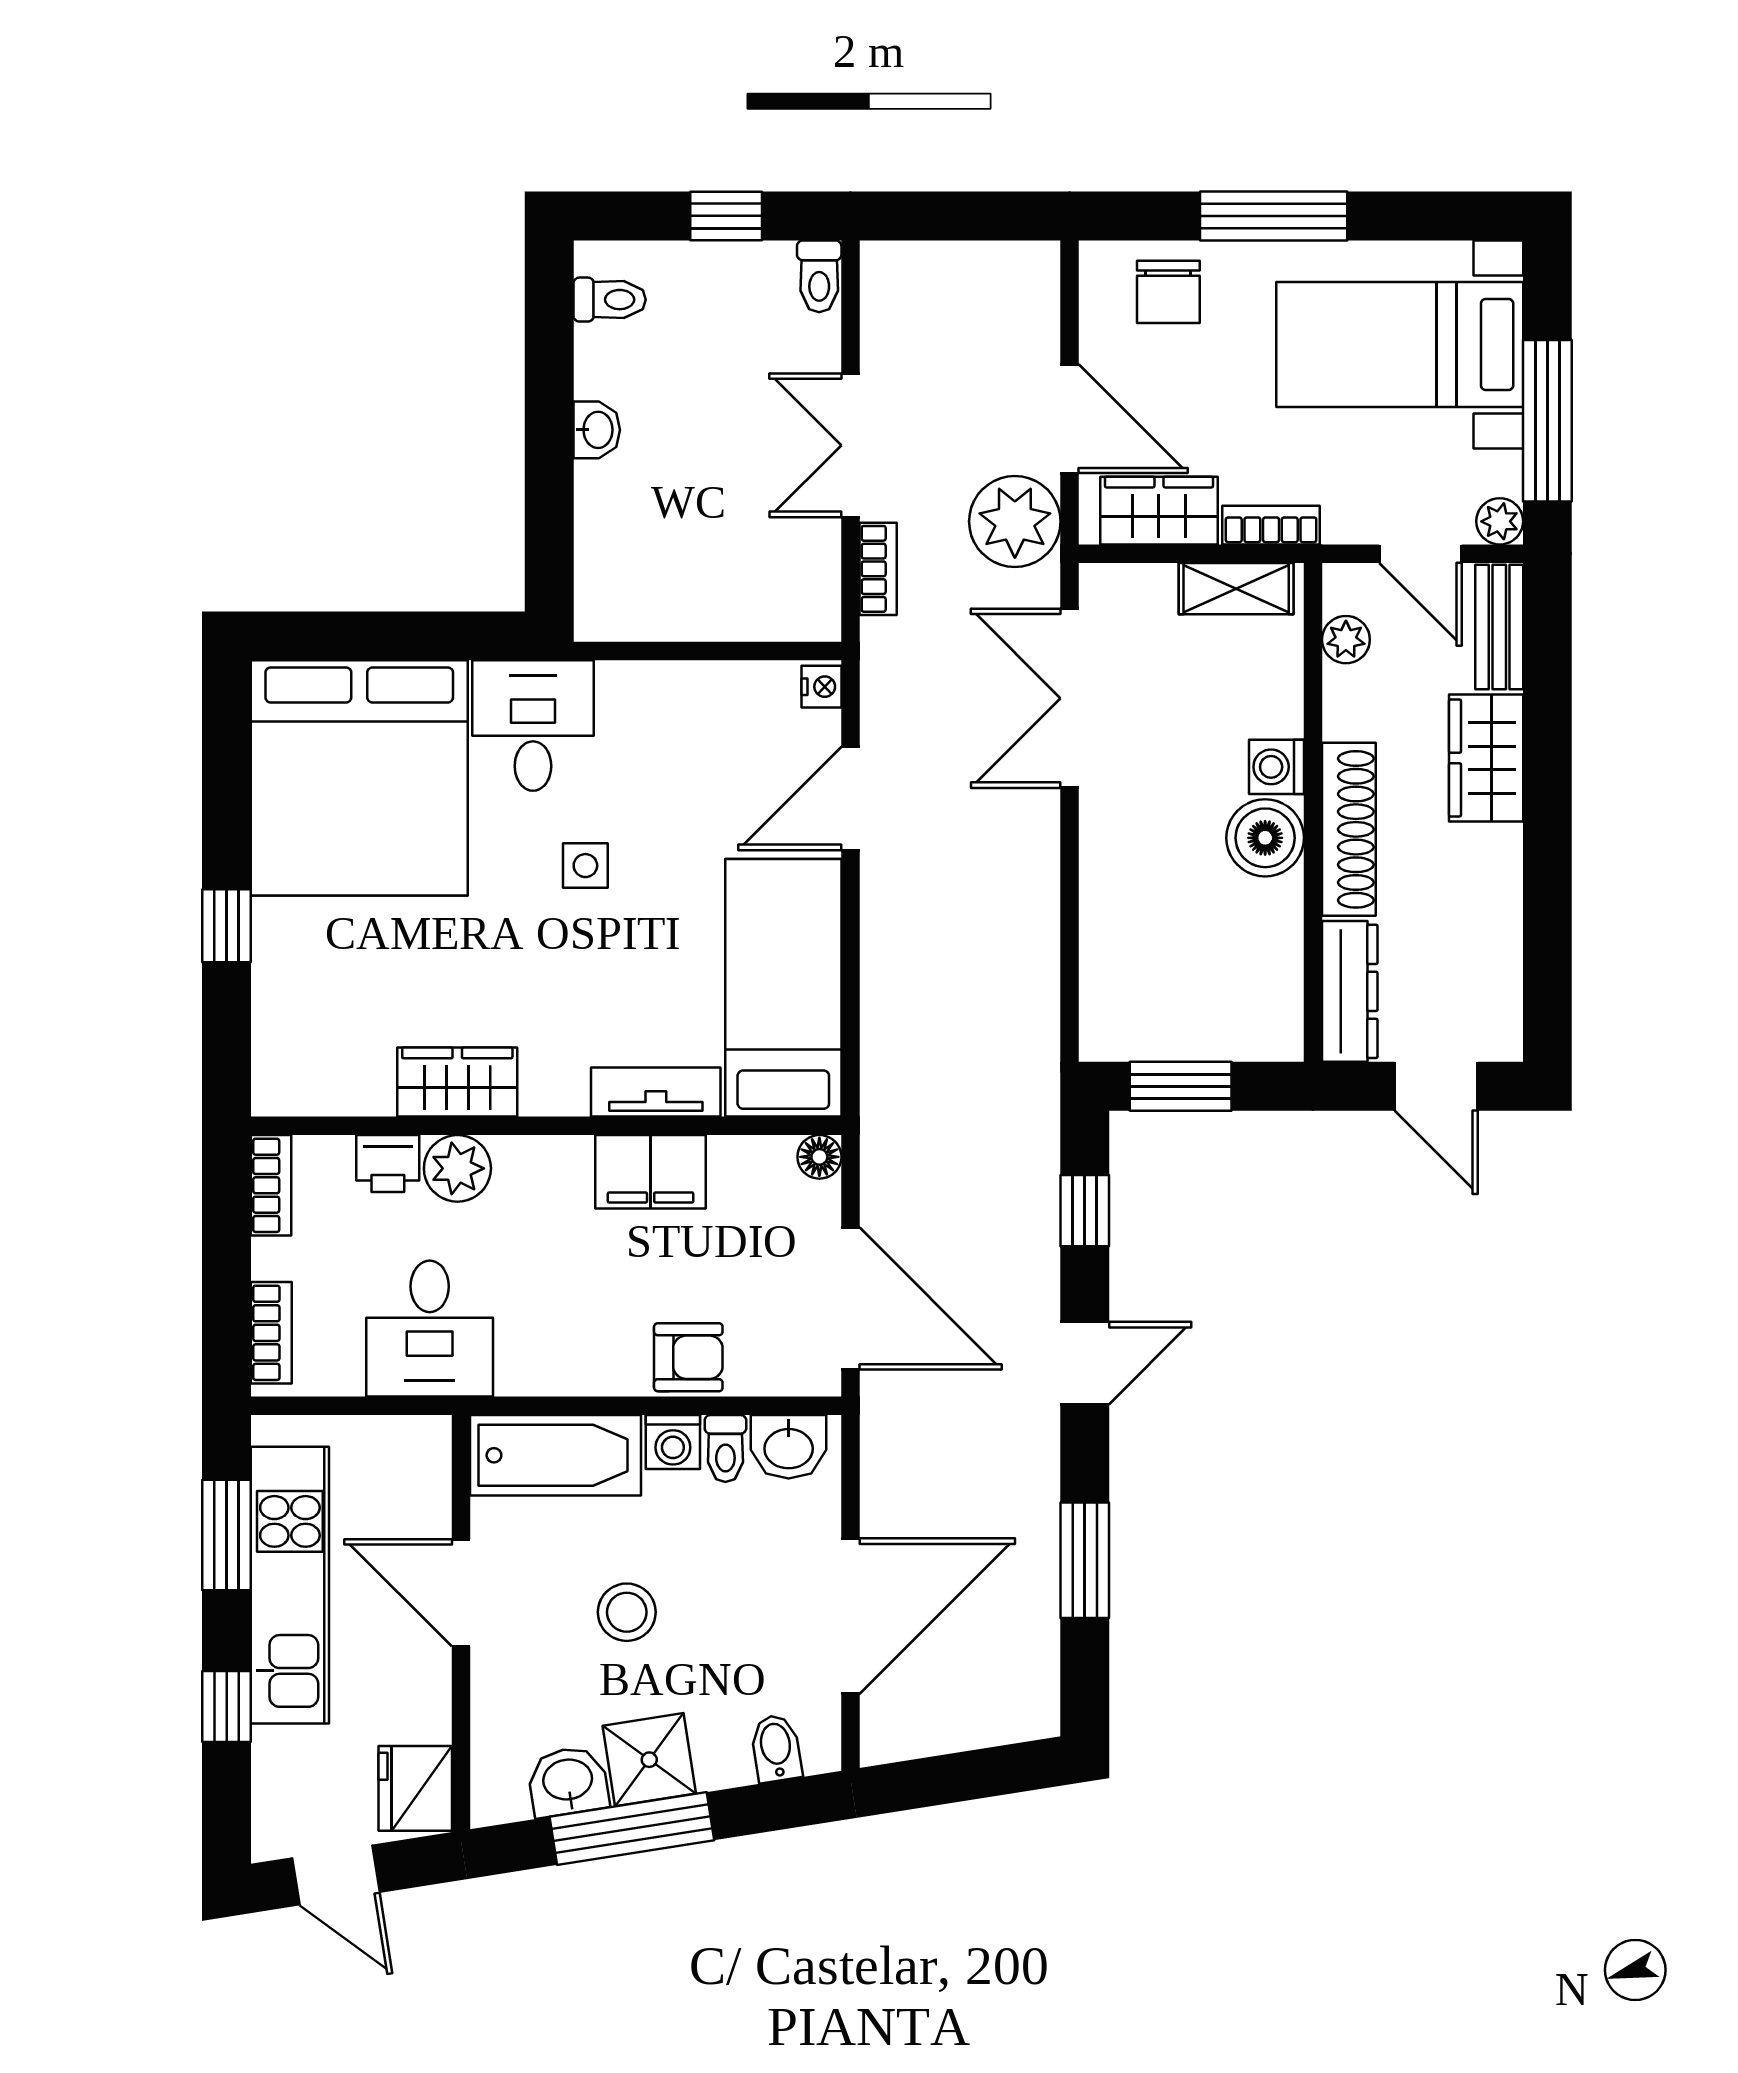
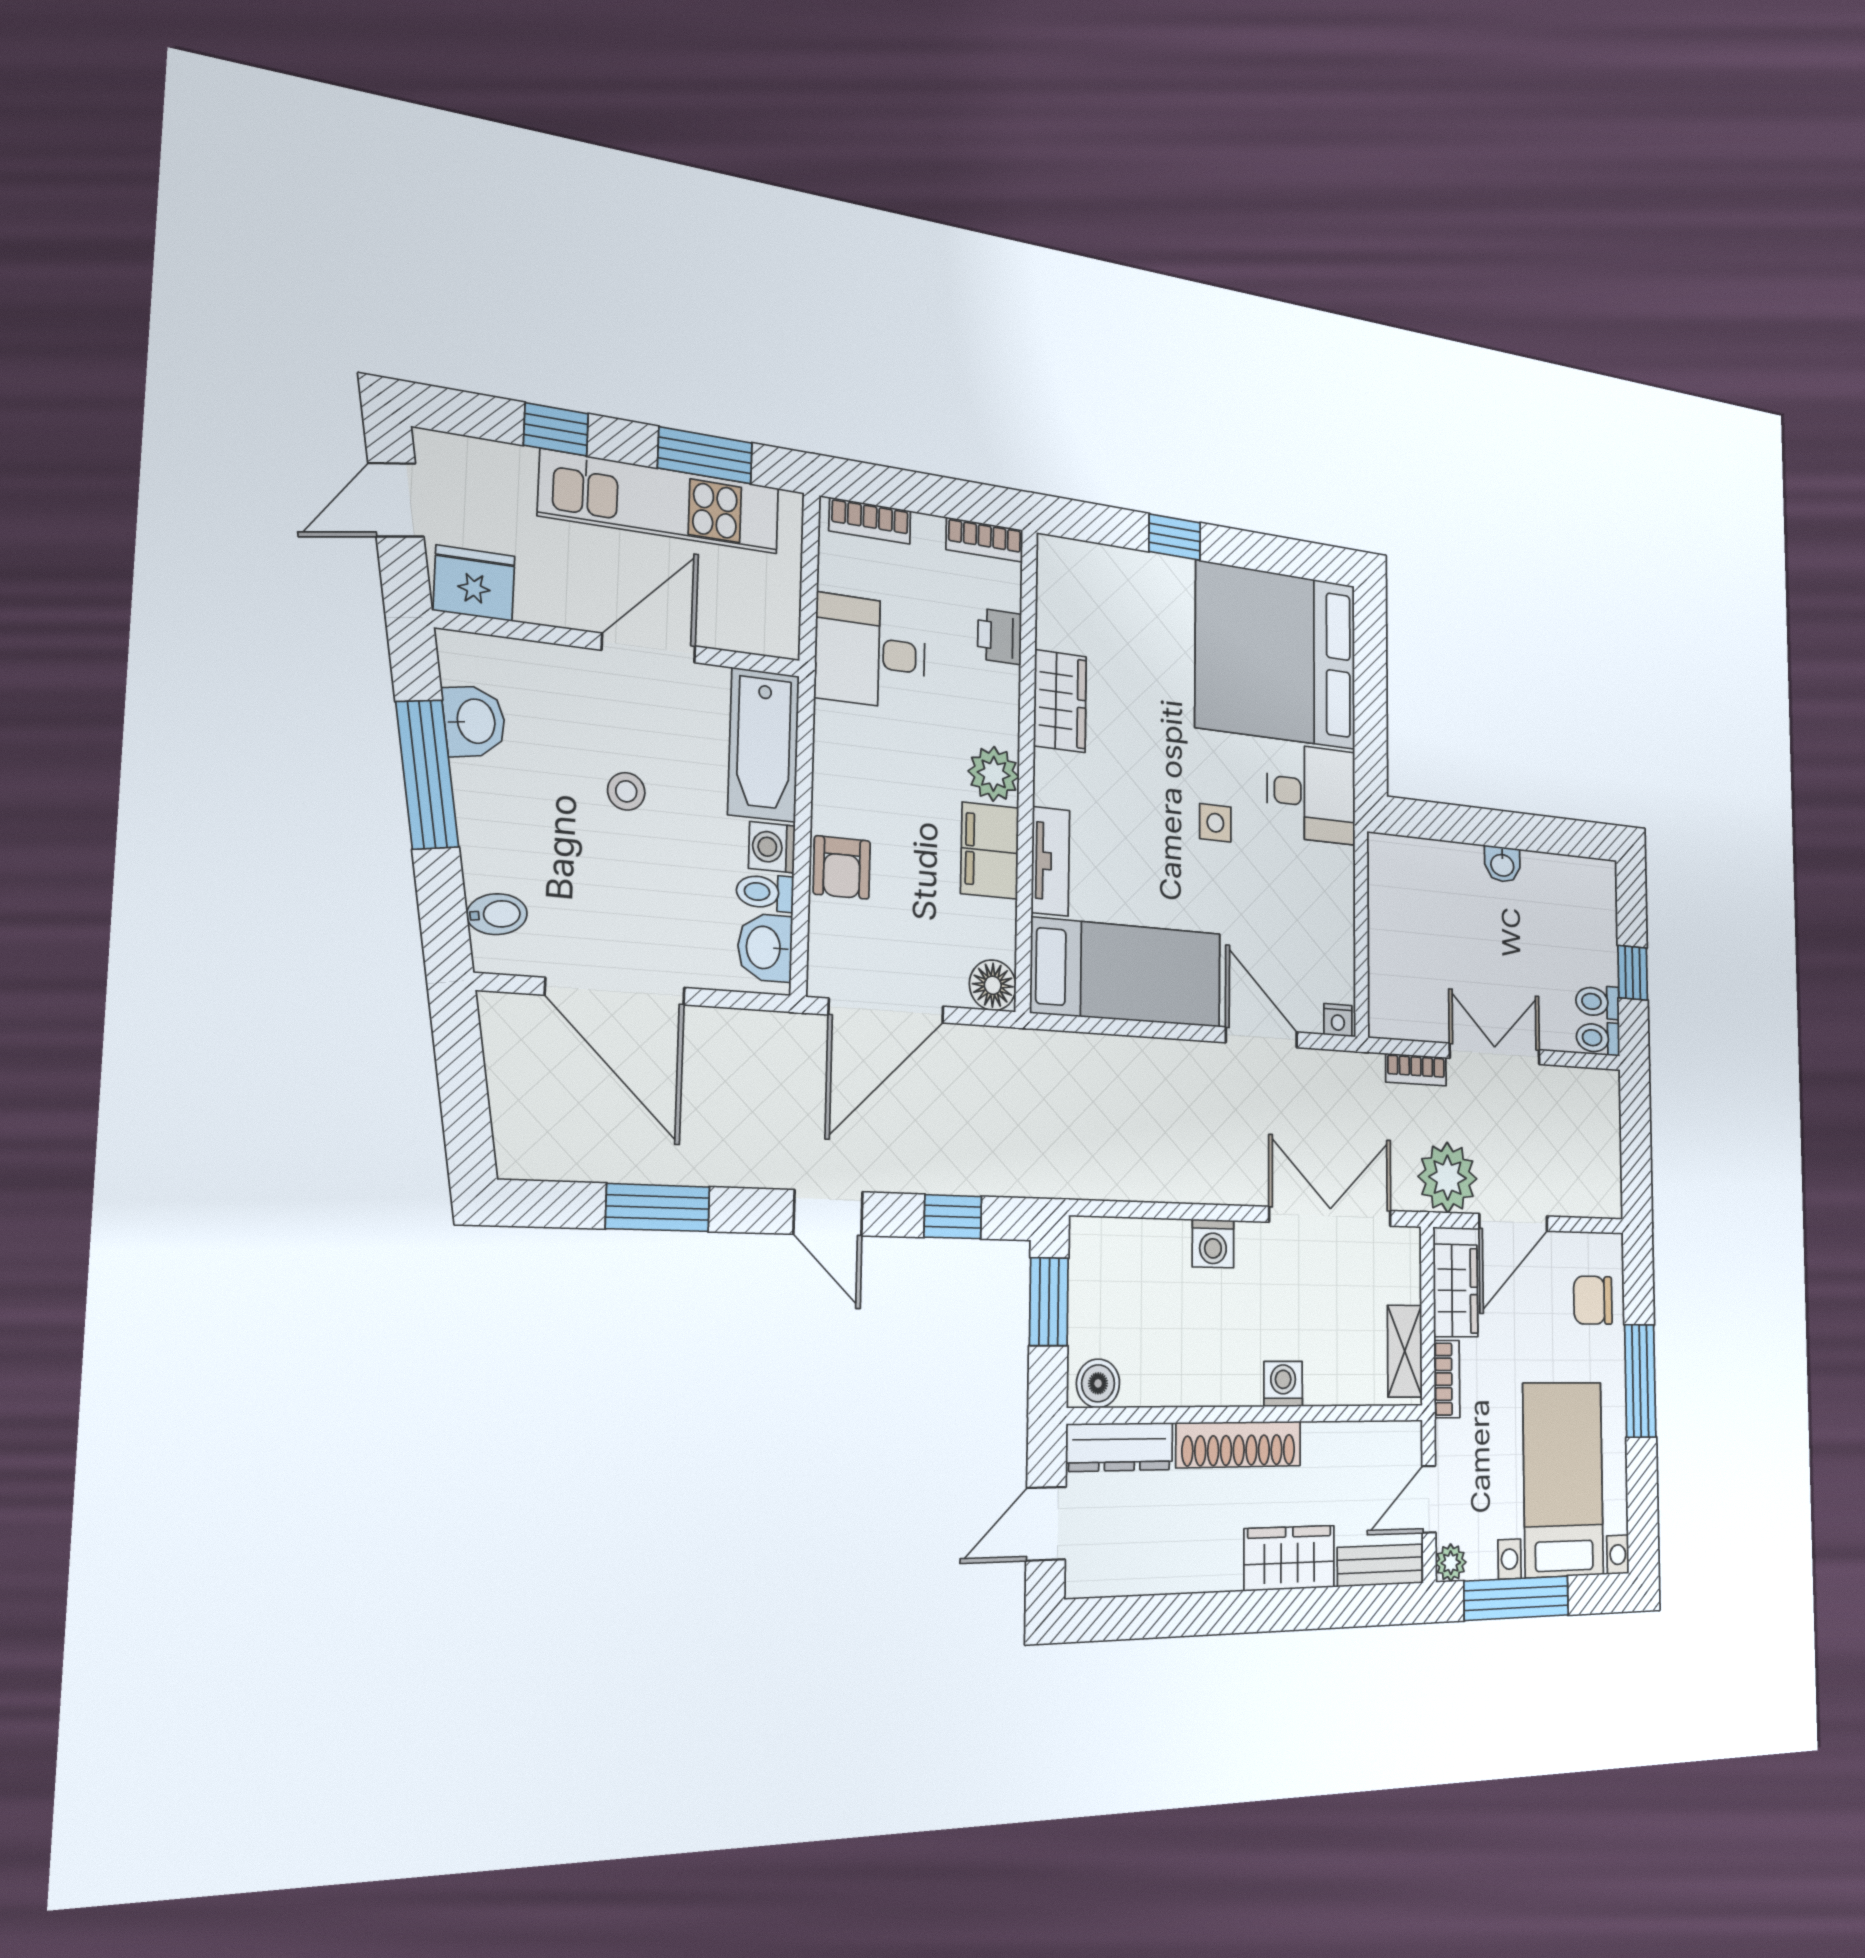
toilet: (610, 300) -> (1598, 1002), moved, turned 90
plant: (1346, 640) -> (1371, 1440), removed
boiler: (1265, 838) -> (1098, 1383), moved, width x0.73, depth x0.73
washing machine: (1108, 866) -> (1213, 1244), added
floor lamp: (819, 1157) -> (993, 985), width x1.37, depth x1.37
plant: (457, 1168) -> (994, 774), moved
stool: (627, 1612) -> (626, 791), width x0.73, depth x0.73
shower: (649, 1760) -> (491, 797), removed

